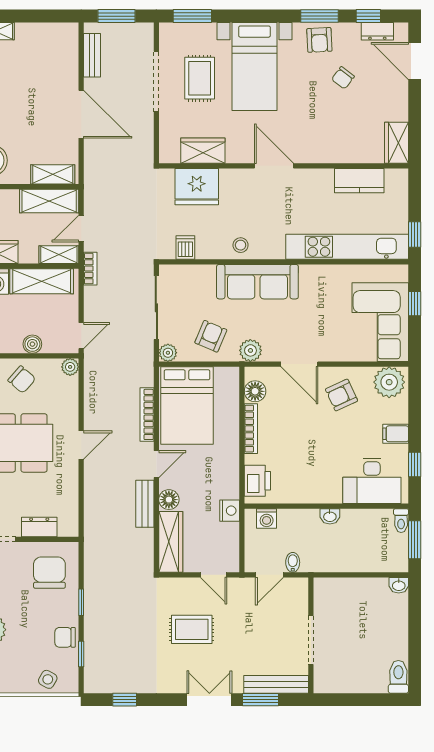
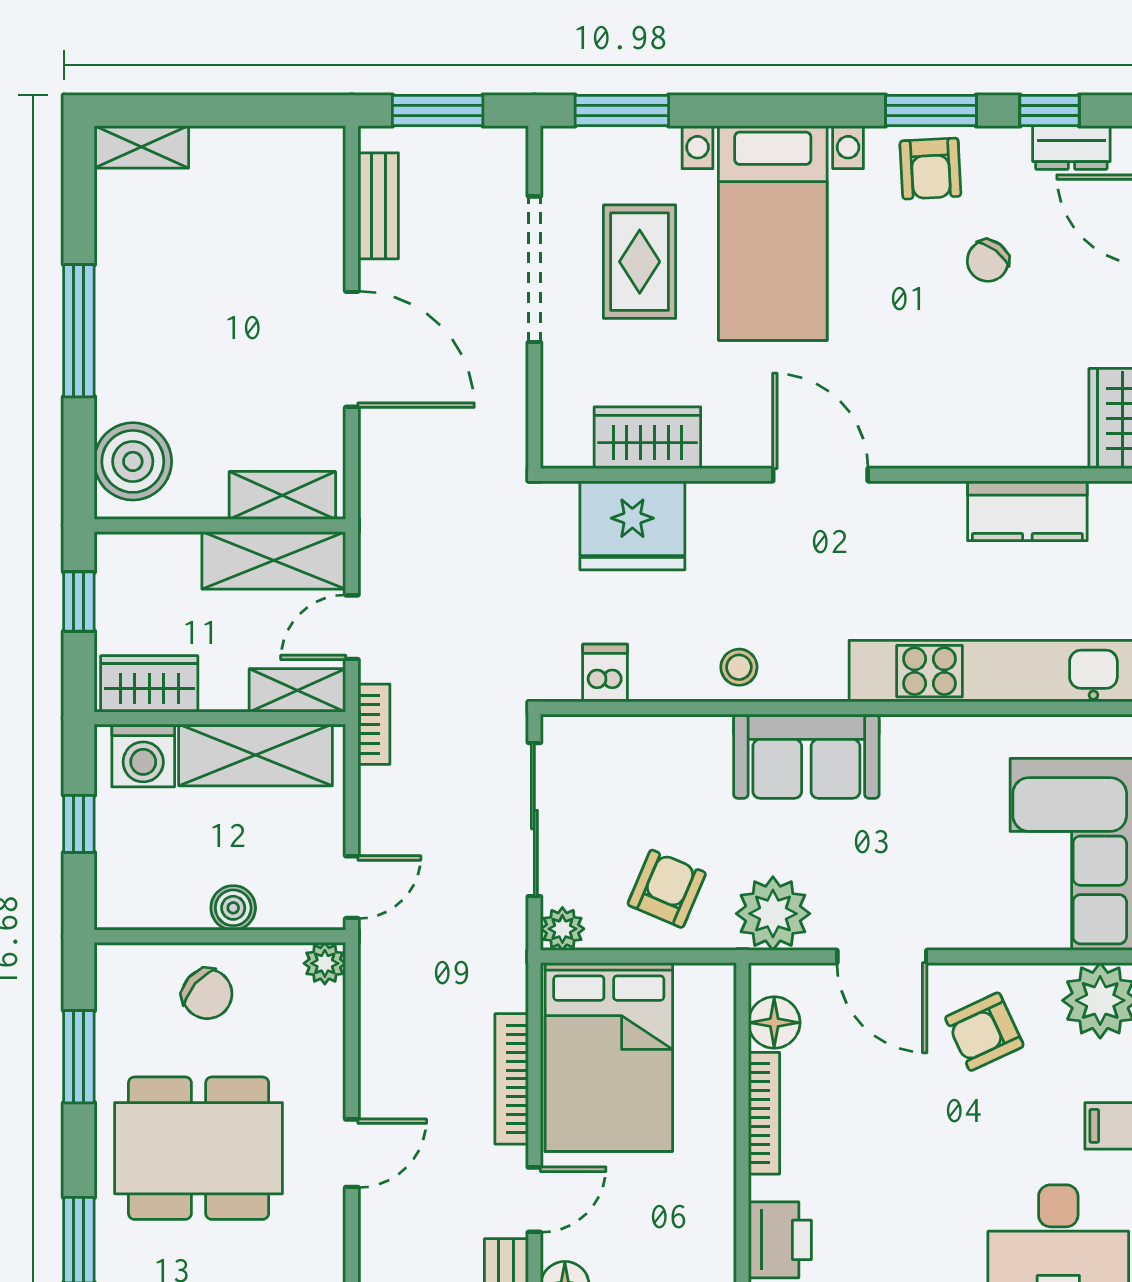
sofa: (257, 282) -> (806, 756), width x0.73
plant: (250, 350) -> (773, 914), width x1.36, depth x1.36

